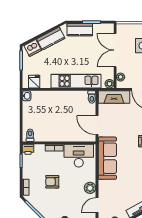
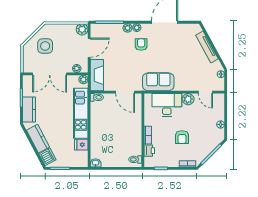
fridge: (34, 82) -> (81, 145), moved
door: (97, 125) -> (125, 92), hinge flipped
printer: (28, 149) -> (149, 151), moved
desk: (79, 156) -> (167, 105), moved, turned 90
sofa: (107, 158) -> (158, 82), width x0.73

